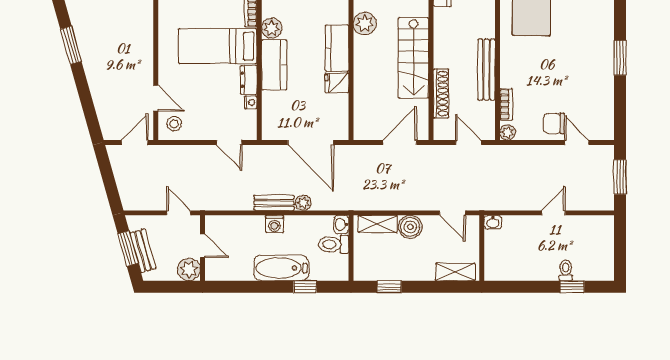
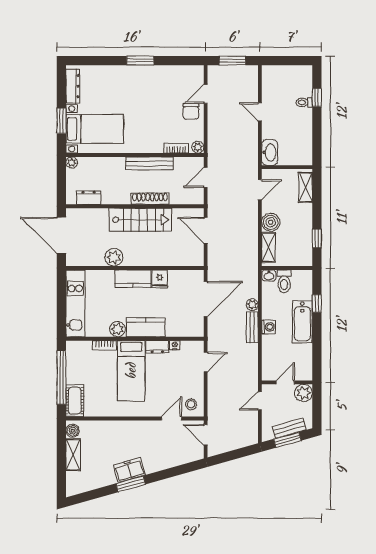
freezer: (89, 43) -> (129, 470), added
shoe rack: (441, 93) -> (150, 199), moved
washbasin: (493, 222) -> (270, 152), width x1.91, depth x1.45

